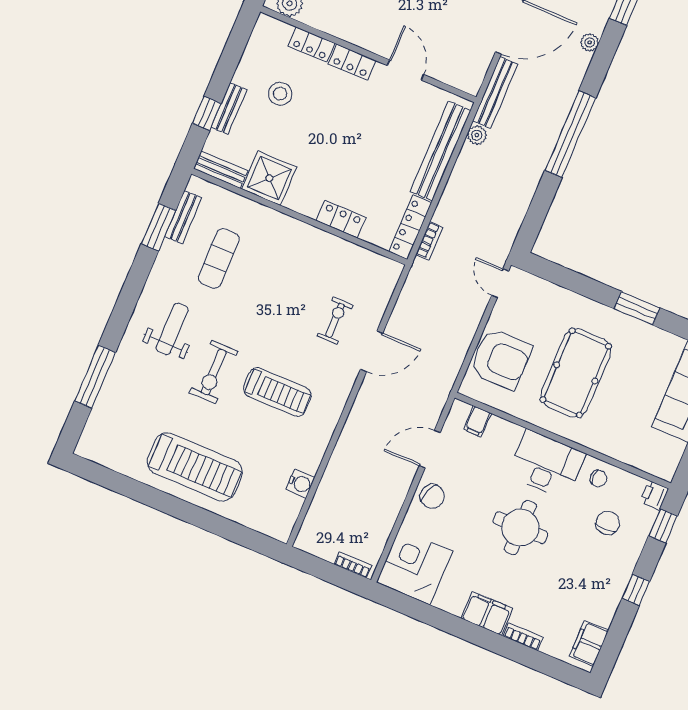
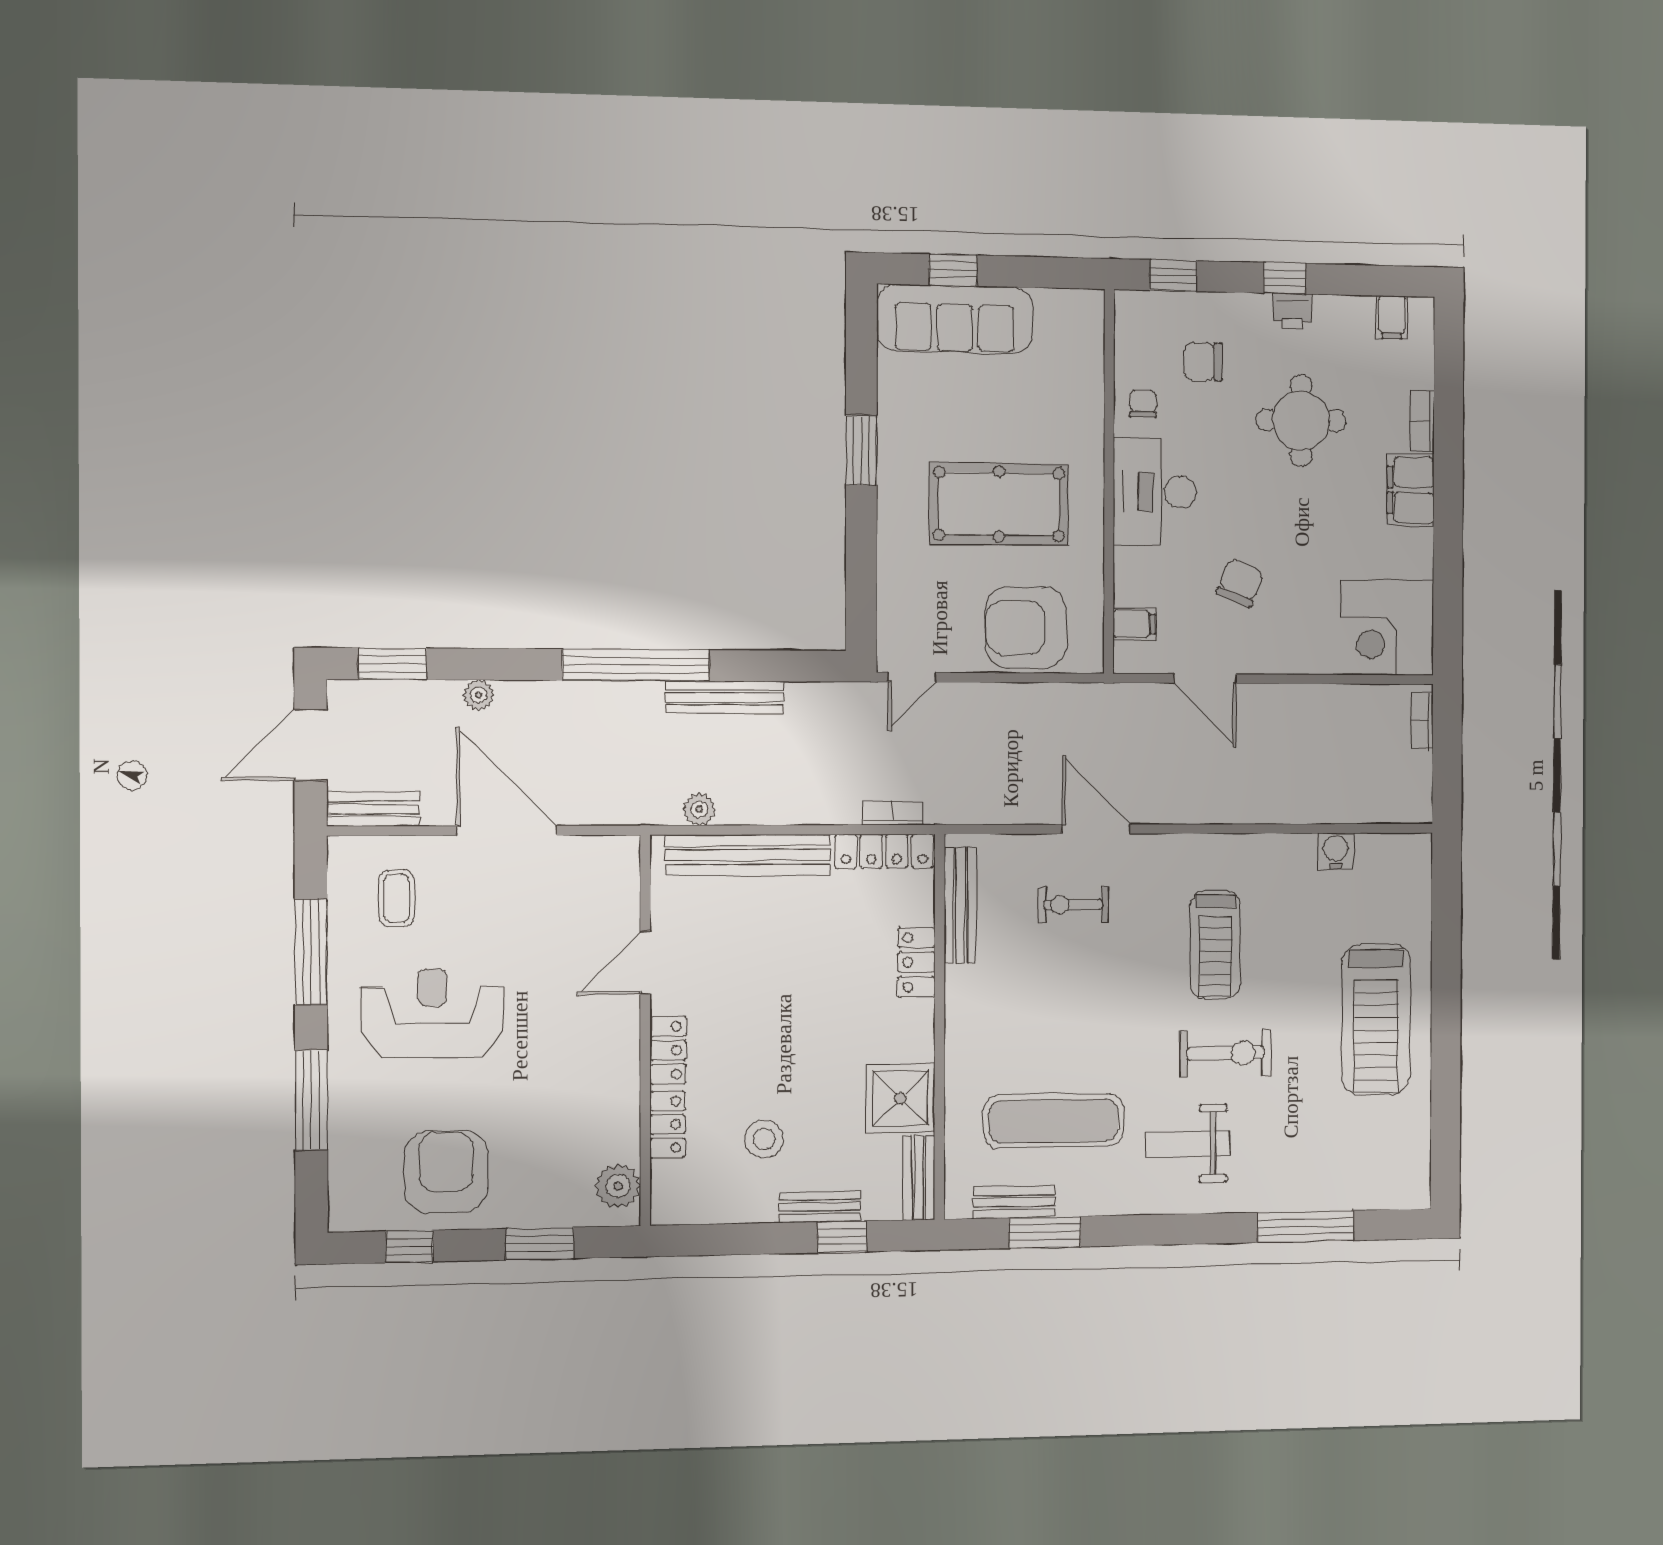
bench: (495, 92) -> (725, 697), moved
bench: (362, 257) -> (960, 905), added
exercise mat: (219, 258) -> (1054, 1121), width x1.36, depth x1.45
armchair: (501, 359) -> (1026, 628), turned -90
treadmill: (277, 392) -> (1216, 945), turned 180
treadmill: (195, 467) -> (1376, 1019), turned 180
printer: (654, 495) -> (1292, 311), moved
chair: (432, 496) -> (1240, 583), moved
round table: (520, 528) -> (1301, 420), moved
filing cabinet: (589, 643) -> (1392, 317), width x0.50

